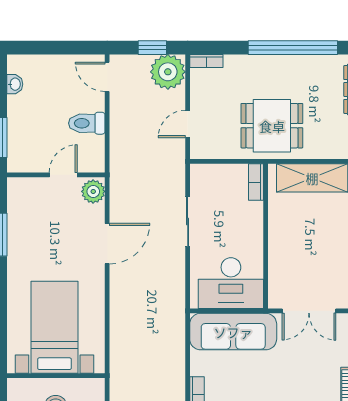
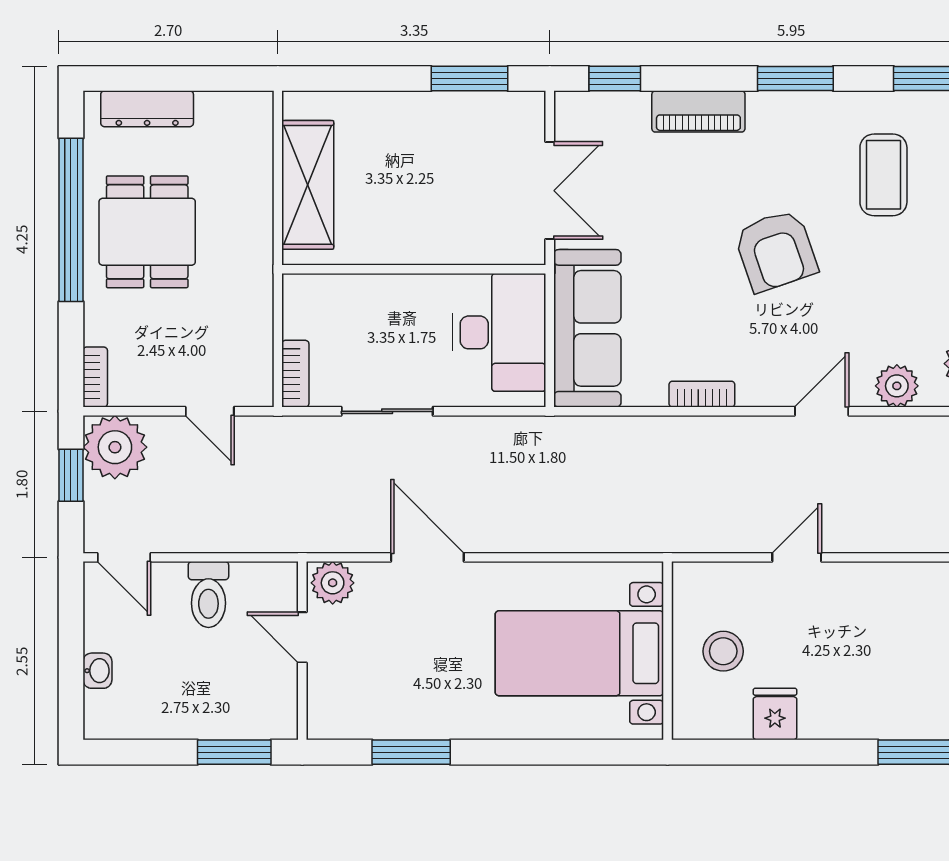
door: (107, 77) -> (124, 557), hinge flipped
washbasin: (15, 84) -> (97, 671), moved, turned 90
dining table: (272, 126) -> (147, 232), moved
bookcase: (256, 182) -> (295, 374), moved, turned -90

